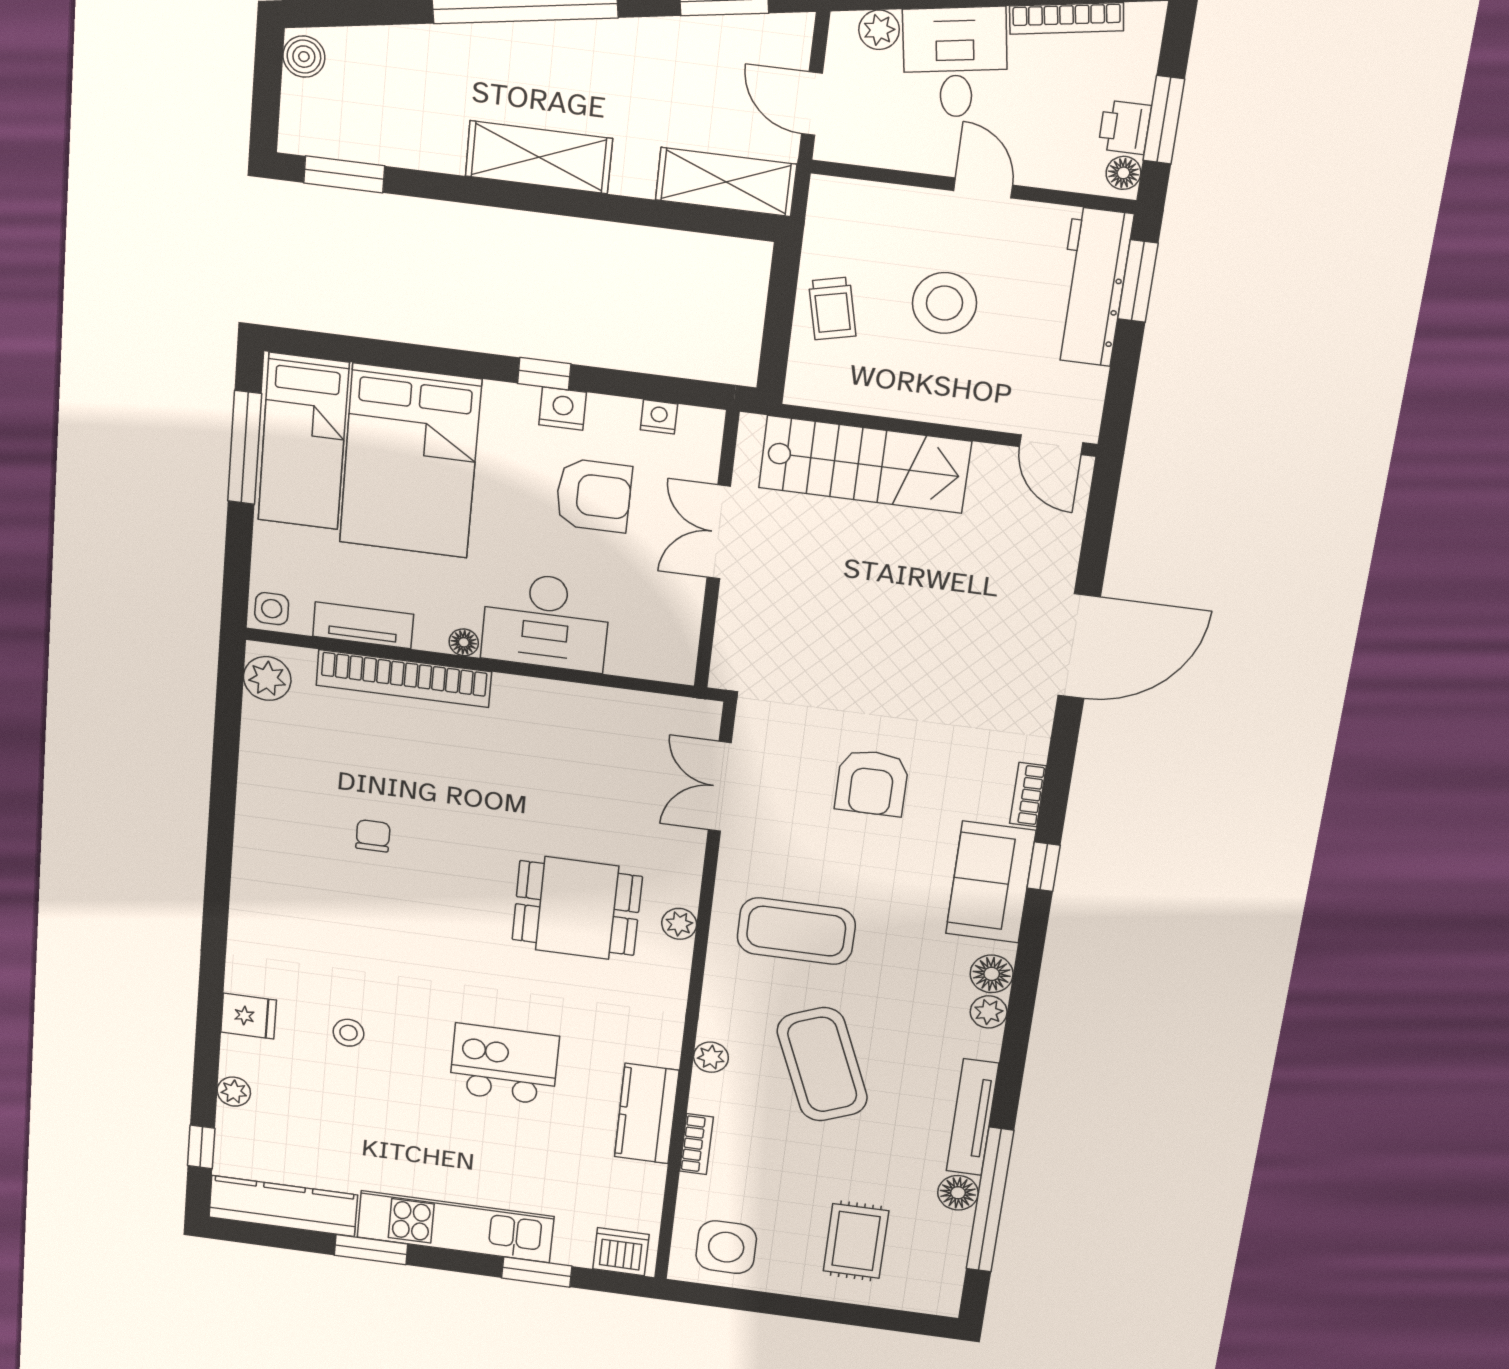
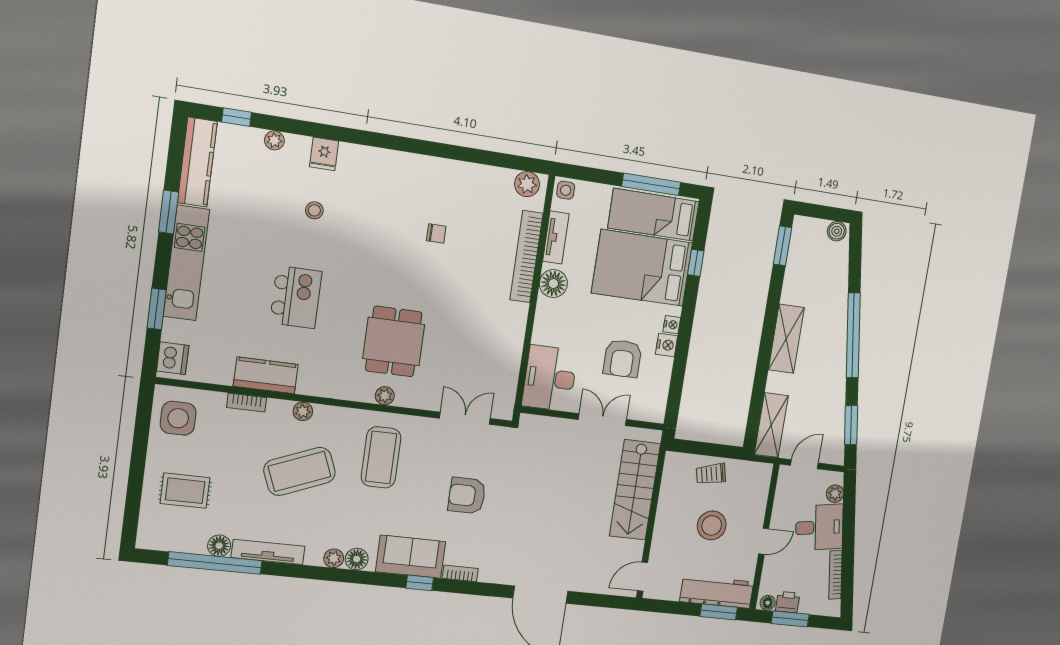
window: (544, 374) -> (696, 263), moved
nightstand: (659, 417) -> (672, 325), moved
desk: (546, 621) -> (550, 378), moved
floor lamp: (464, 642) -> (553, 284), width x1.89, depth x1.89

